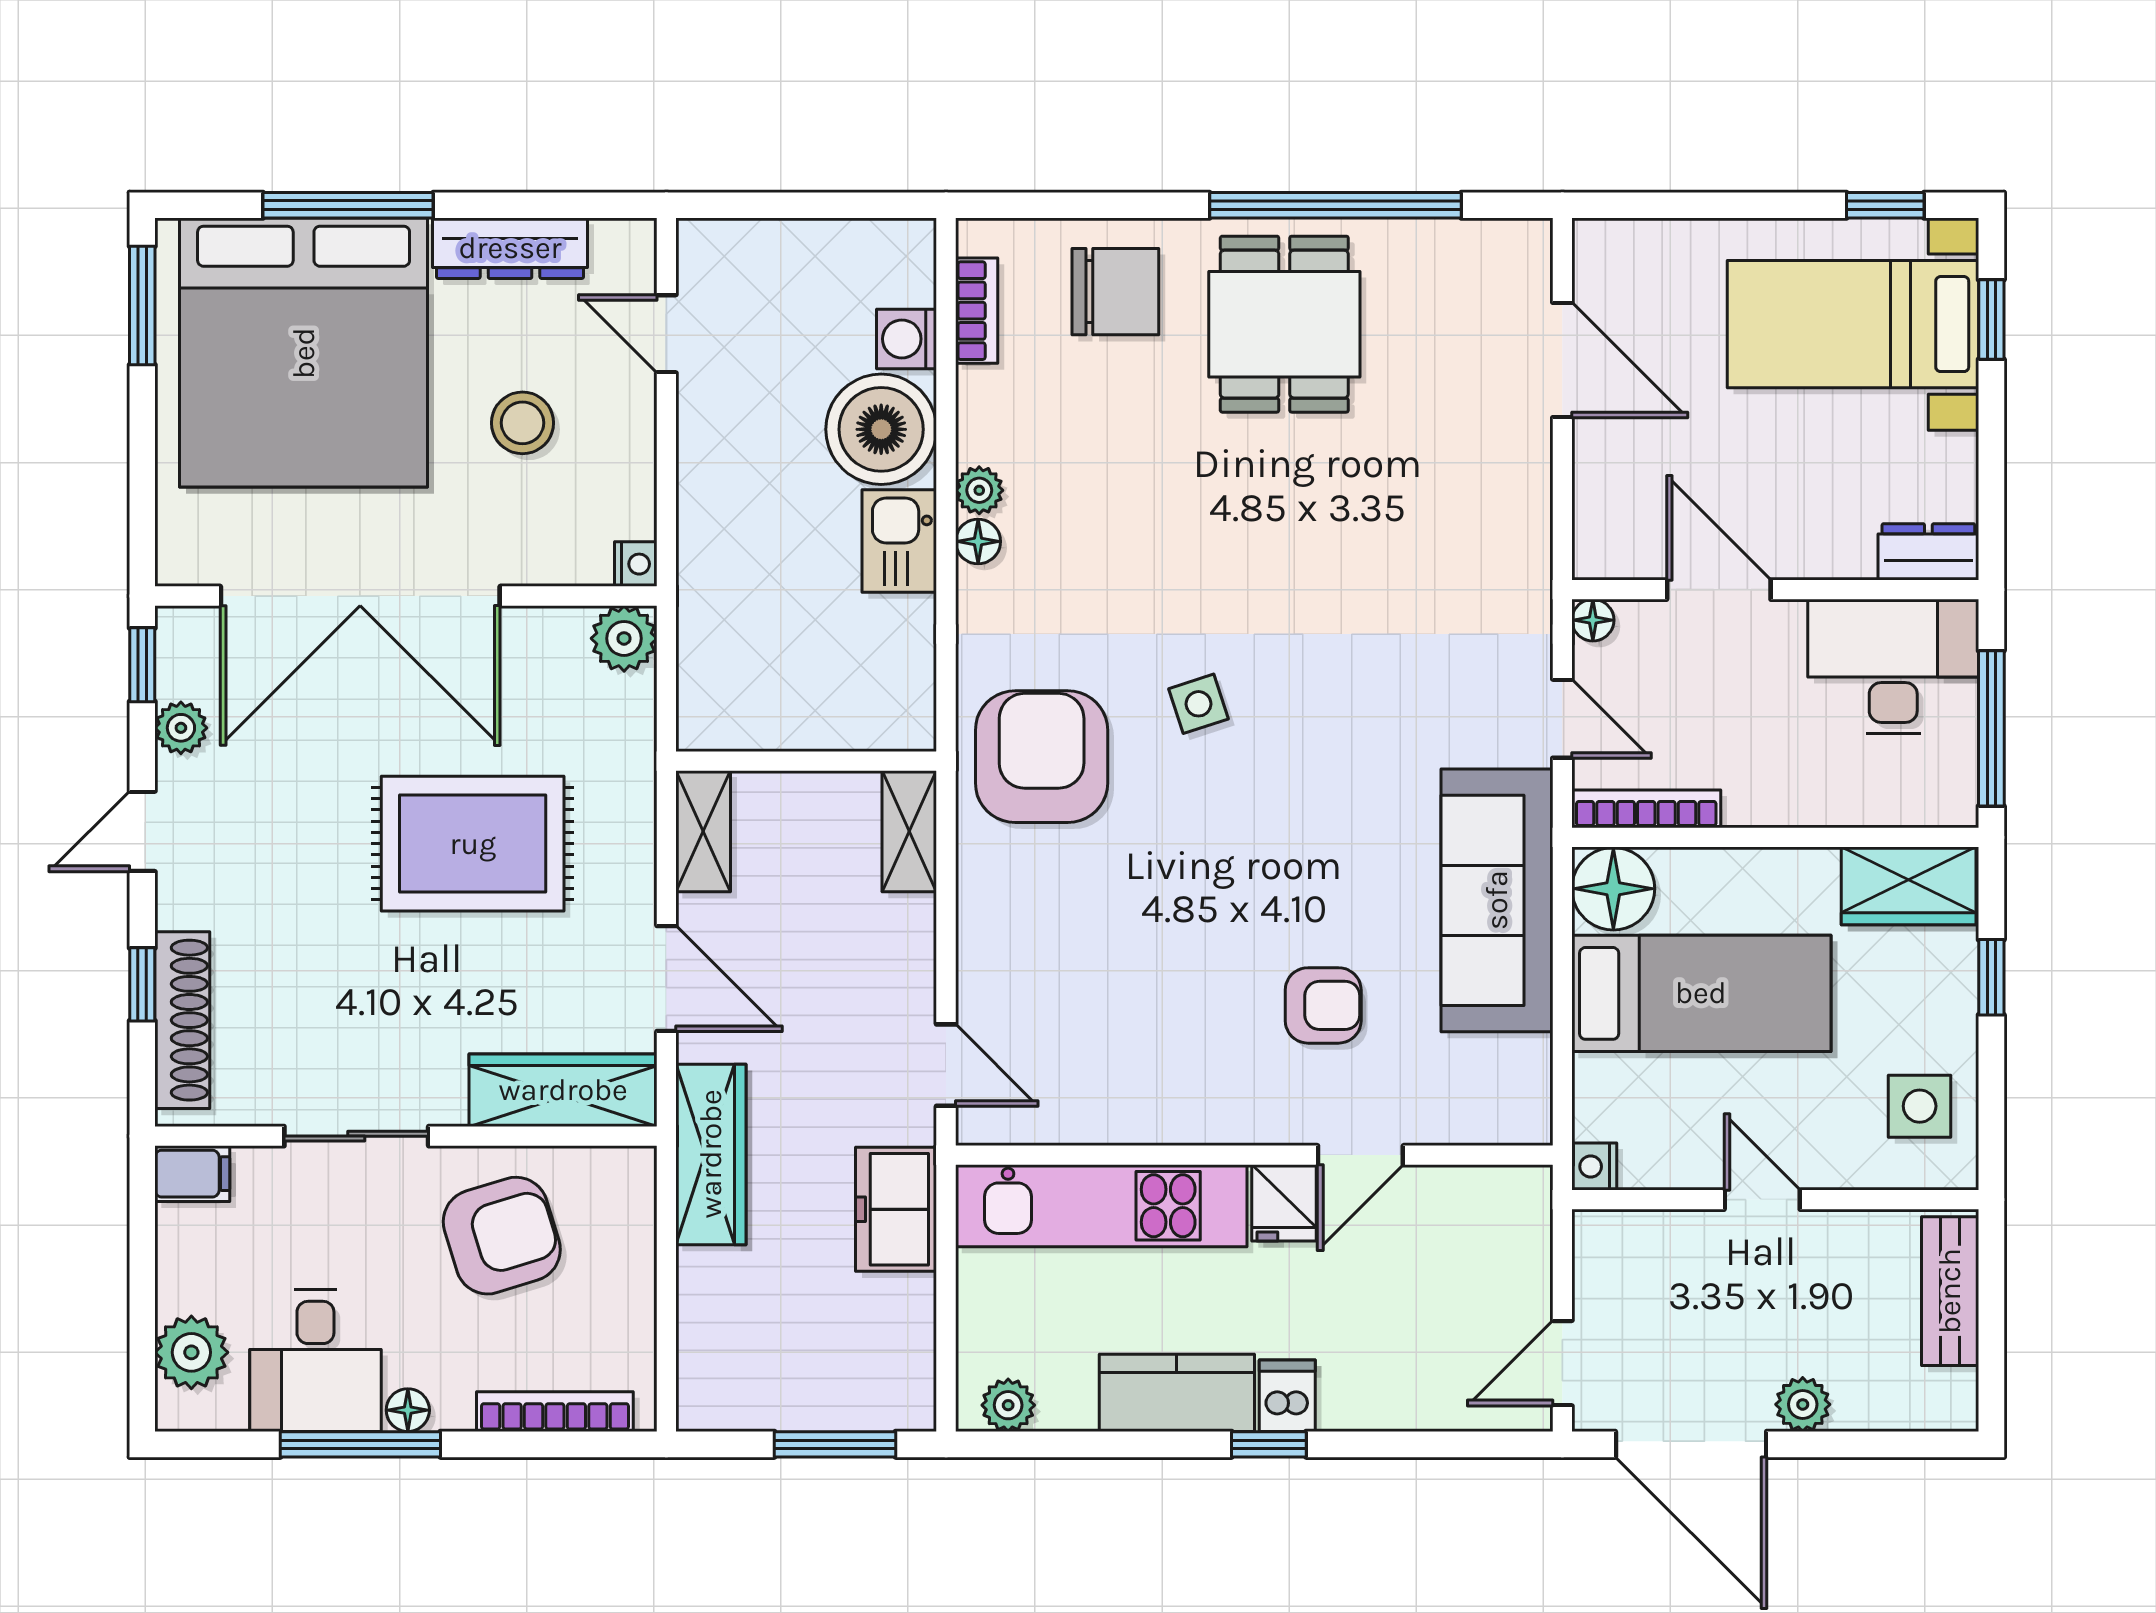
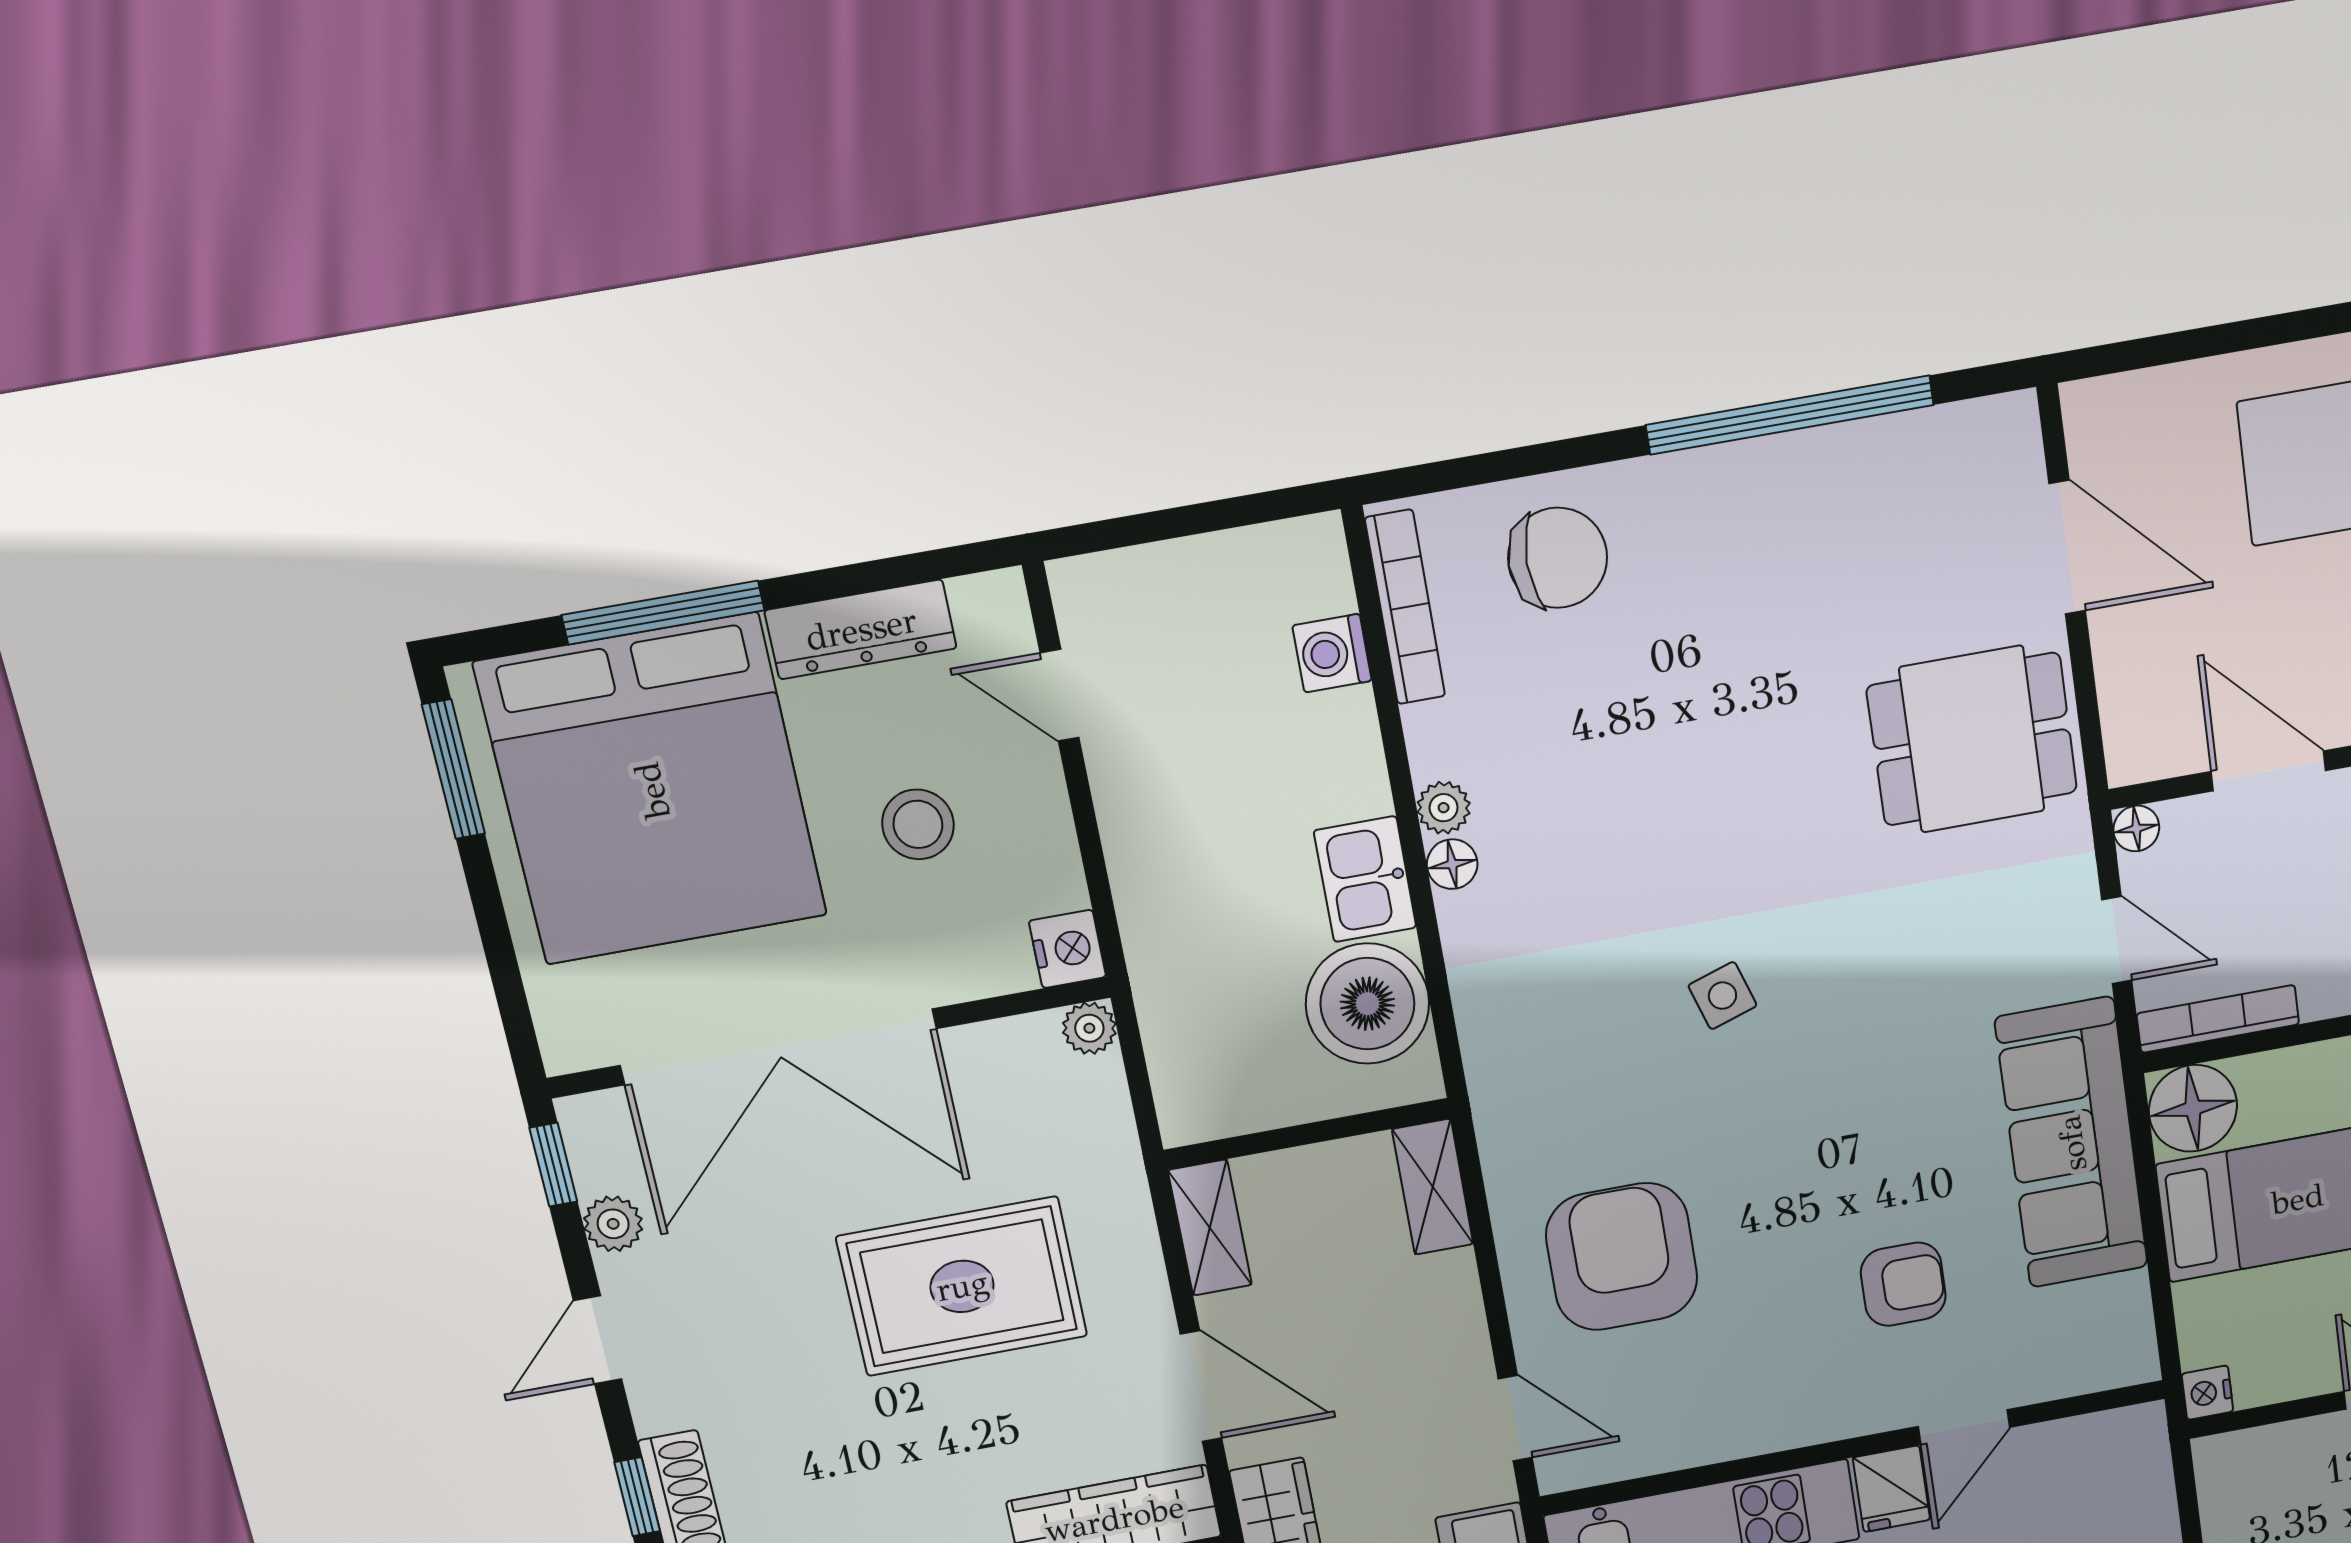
bookcase: (977, 311) -> (1405, 607), width x1.56
dining table: (1284, 324) -> (1972, 739), moved, turned 90
boiler: (881, 429) -> (1367, 1004), moved
nightstand: (636, 564) -> (1067, 949), width x1.39, depth x1.35
plant: (624, 638) -> (1089, 1028), width x0.73, depth x0.73
armchair: (1042, 757) -> (1622, 1257), moved

